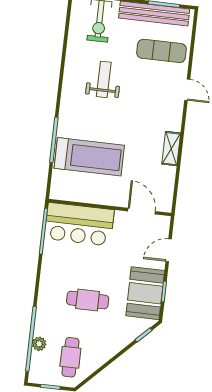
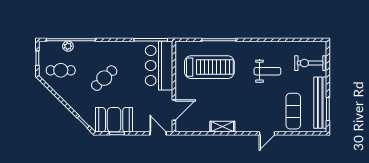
treadmill: (89, 157) -> (209, 67), turned -90
door: (169, 250) -> (158, 133), moved
cafe table: (88, 300) -> (104, 78), turned 46

